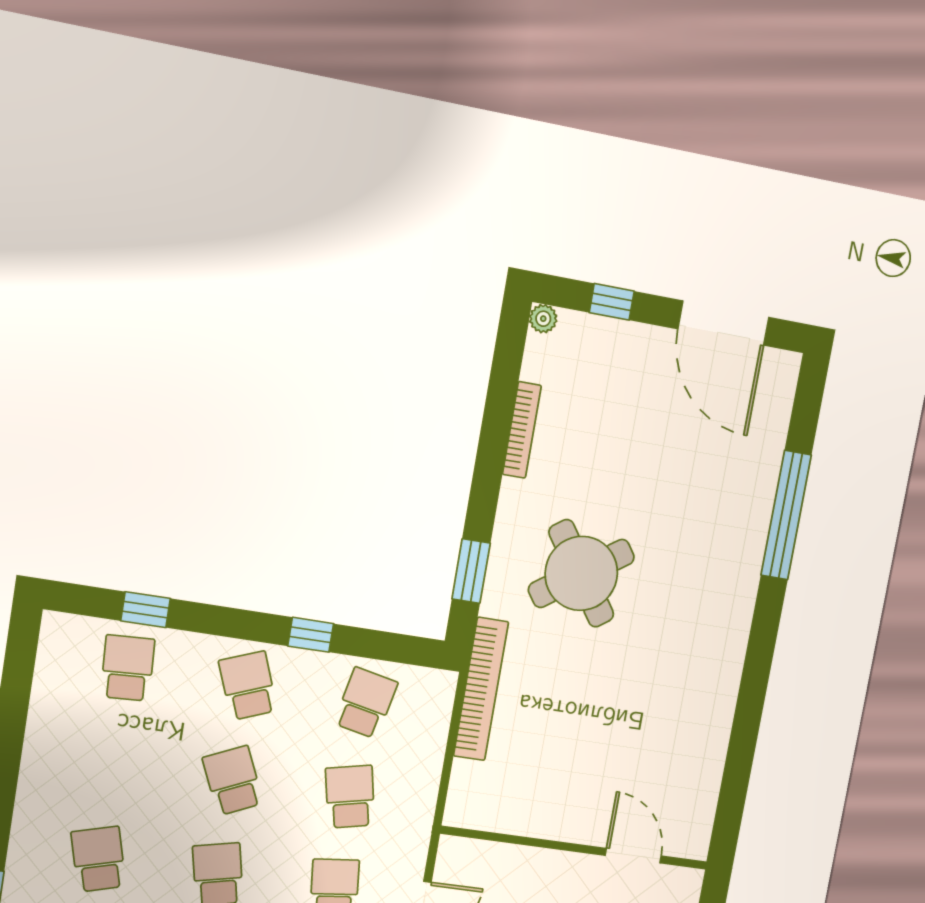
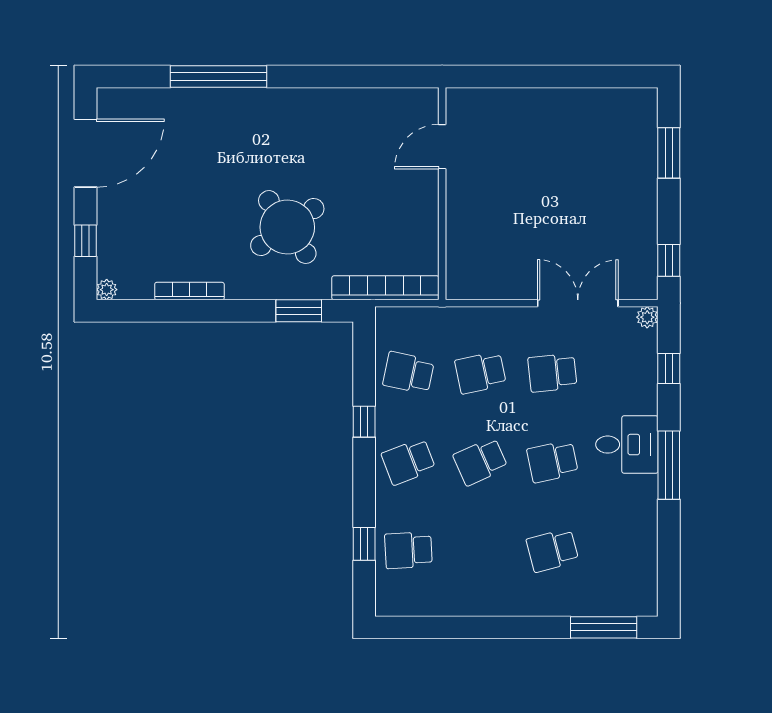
wall: (575, 848) -> (442, 194), moved
door: (633, 856) -> (442, 147), moved

